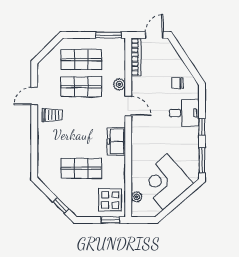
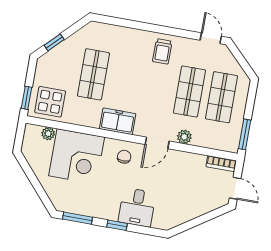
bookcase: (136, 57) -> (221, 164), width x0.64
chair: (177, 83) -> (124, 157), moved
door: (34, 96) -> (211, 38), moved
corner desk: (165, 182) -> (77, 156), moved, turned 131

